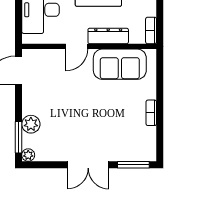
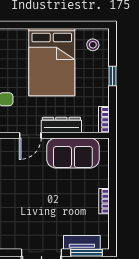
tv unit: (129, 154) -> (82, 242), added

